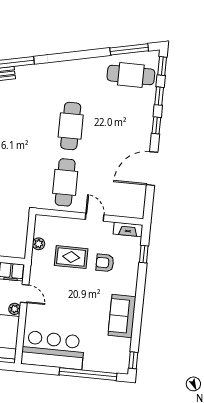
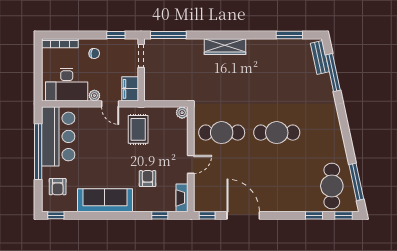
window: (156, 125) -> (207, 215), moved
plant: (39, 244) -> (182, 113), moved
rug: (71, 257) -> (138, 129), moved
door: (25, 294) -> (110, 104), hinge flipped
sofa: (122, 316) -> (105, 200), width x1.36
armchair: (104, 356) -> (58, 187), added
window: (88, 374) -> (38, 152), moved

